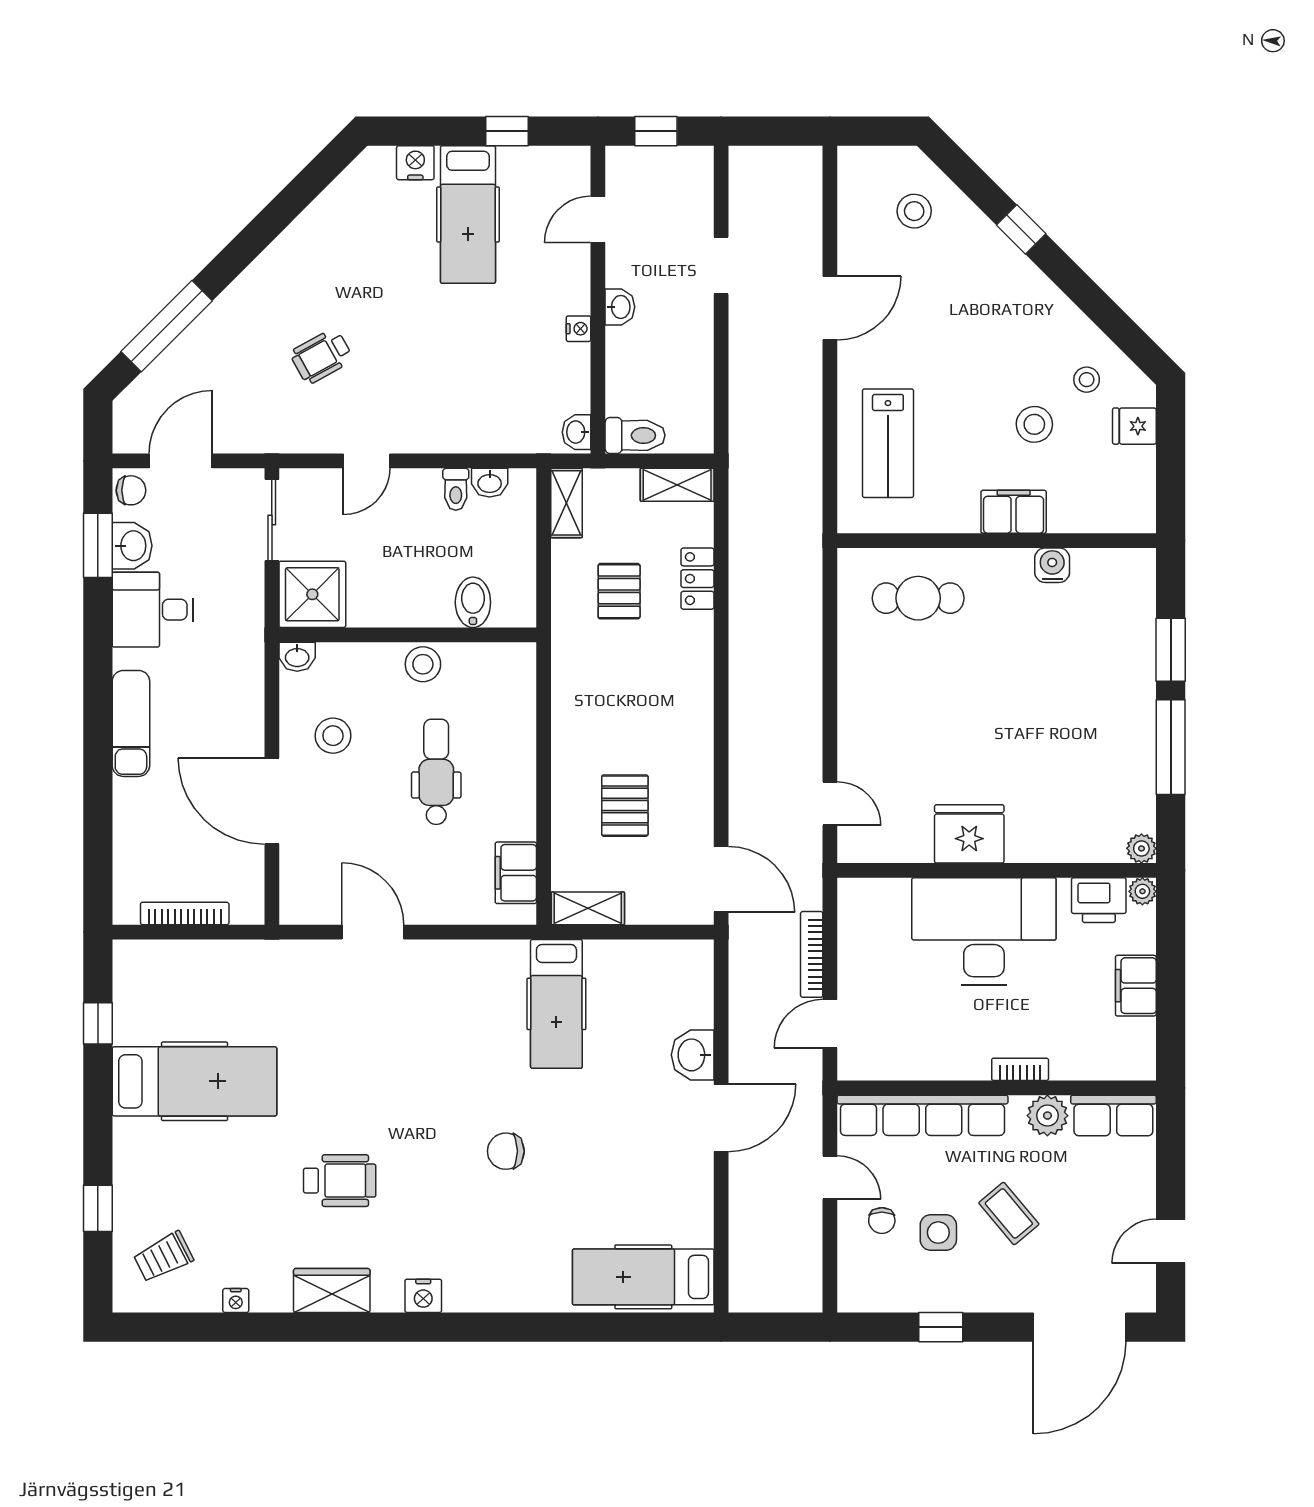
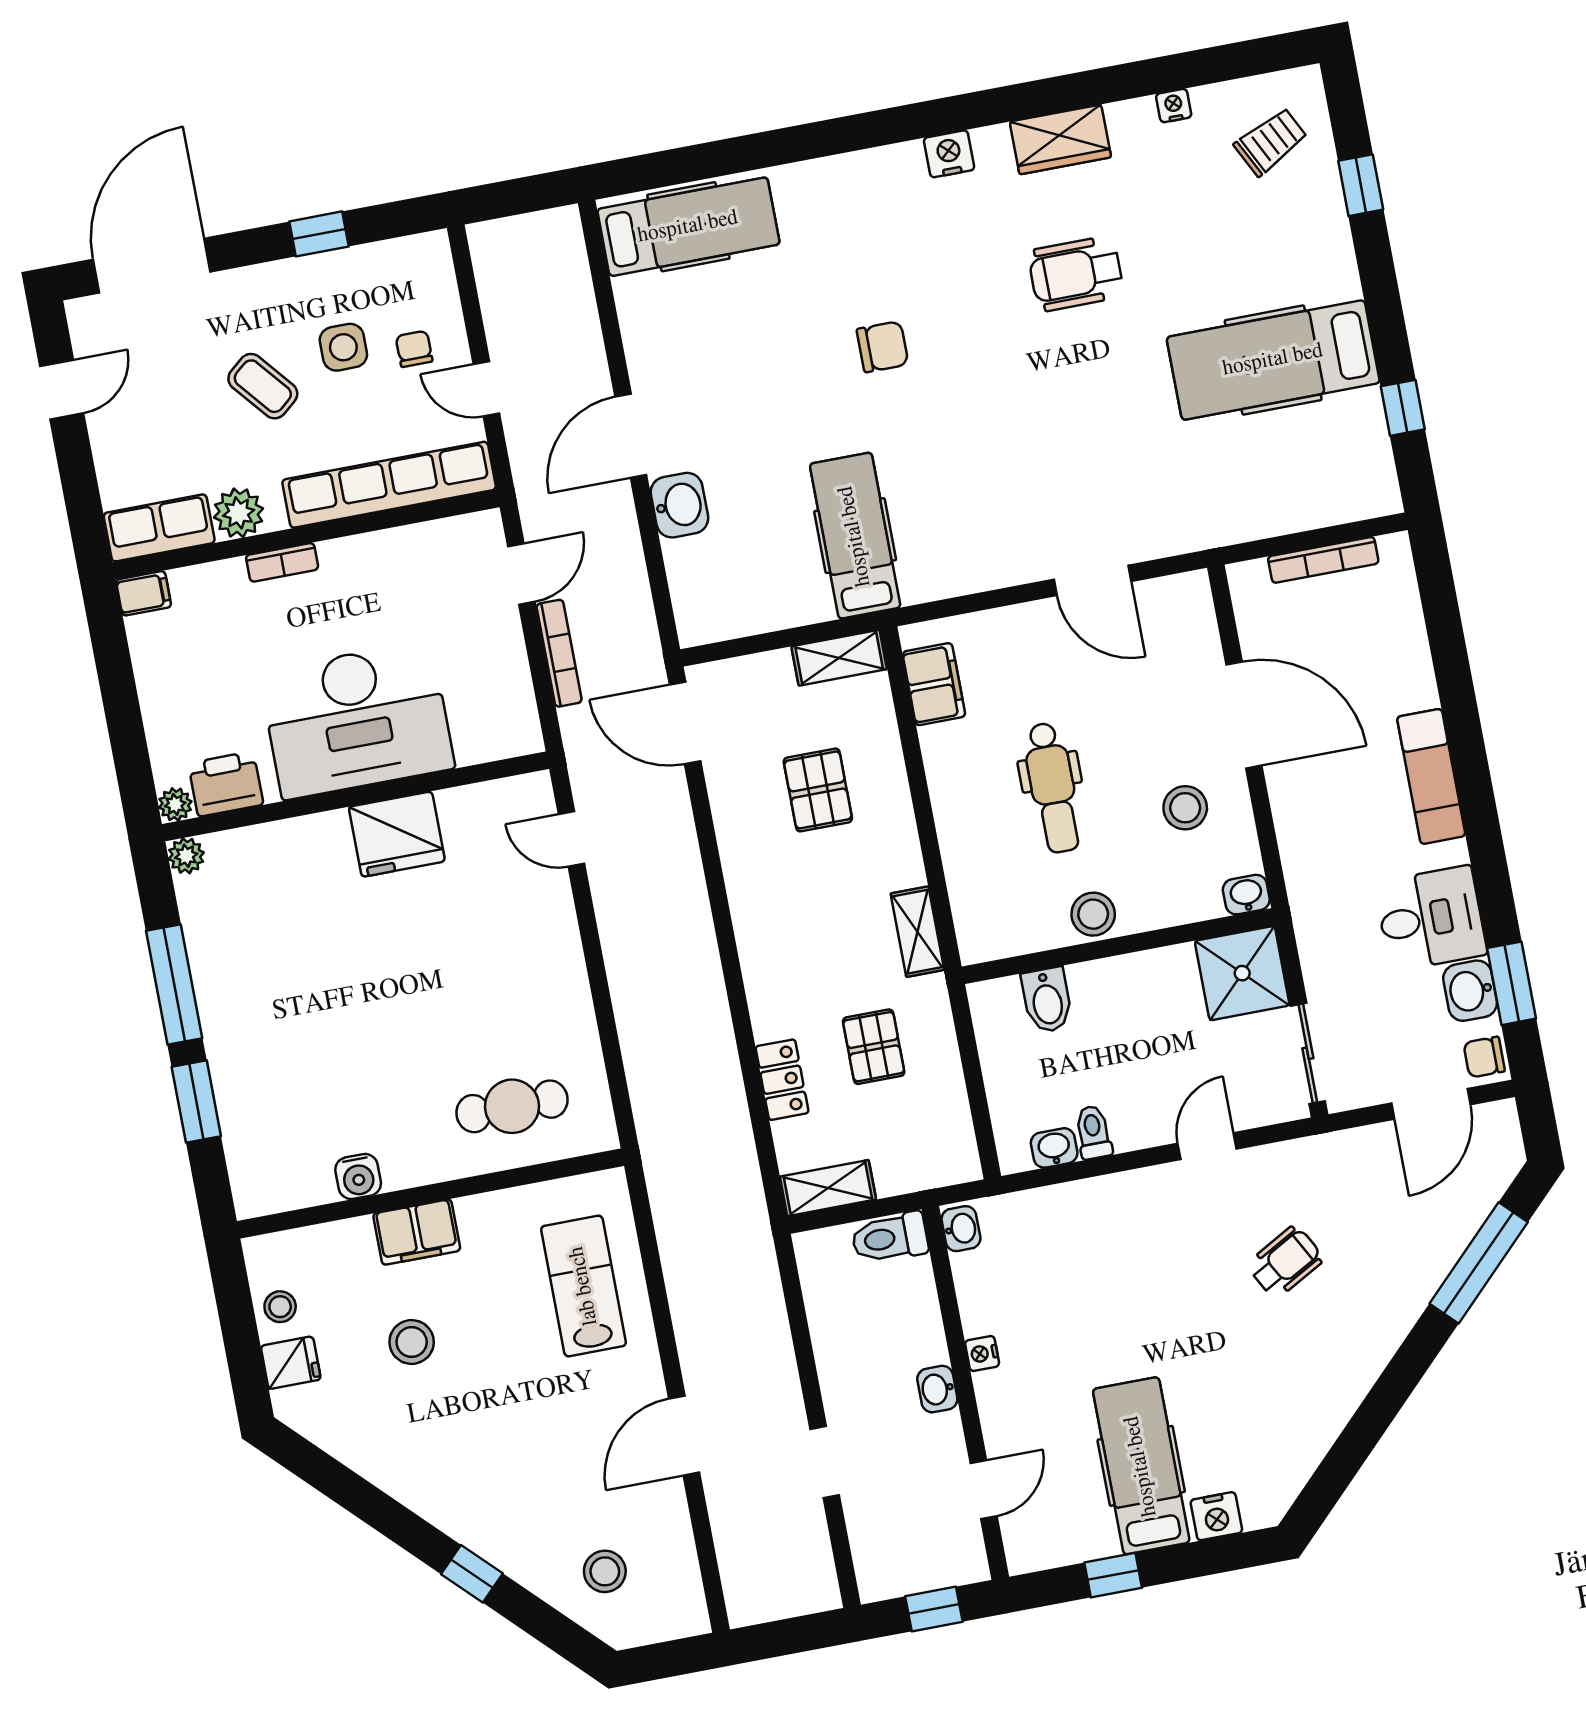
stool: (1087, 380) -> (280, 1307), moved
shelving: (567, 503) -> (917, 932), moved
filing cabinet: (1136, 986) -> (144, 593), moved, width x0.50

